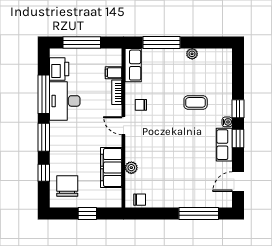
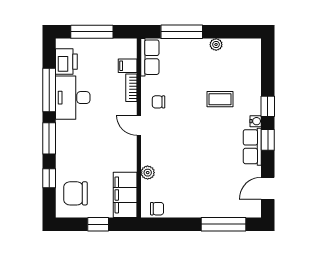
filing cabinet: (111, 168) -> (125, 195), moved
chair: (67, 186) -> (75, 193), turned -90

